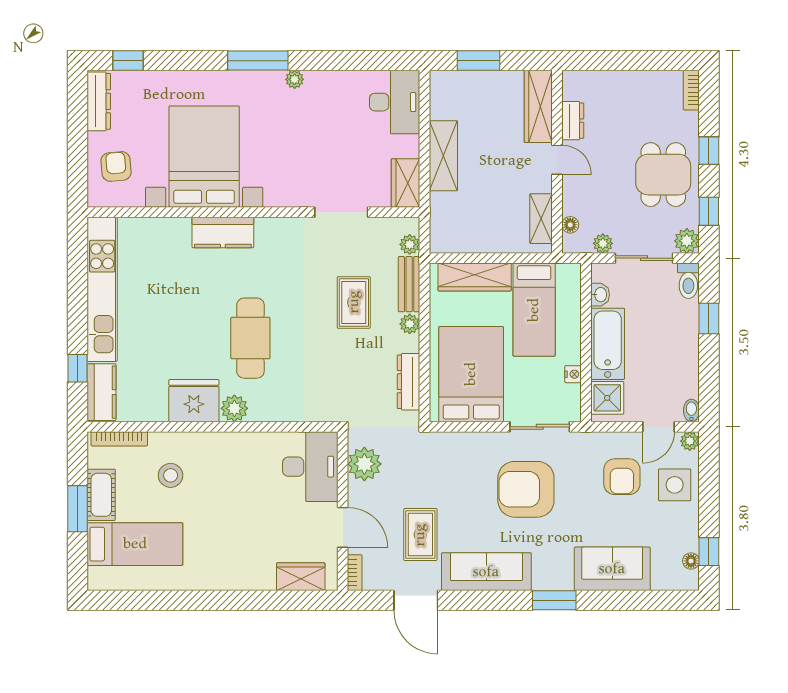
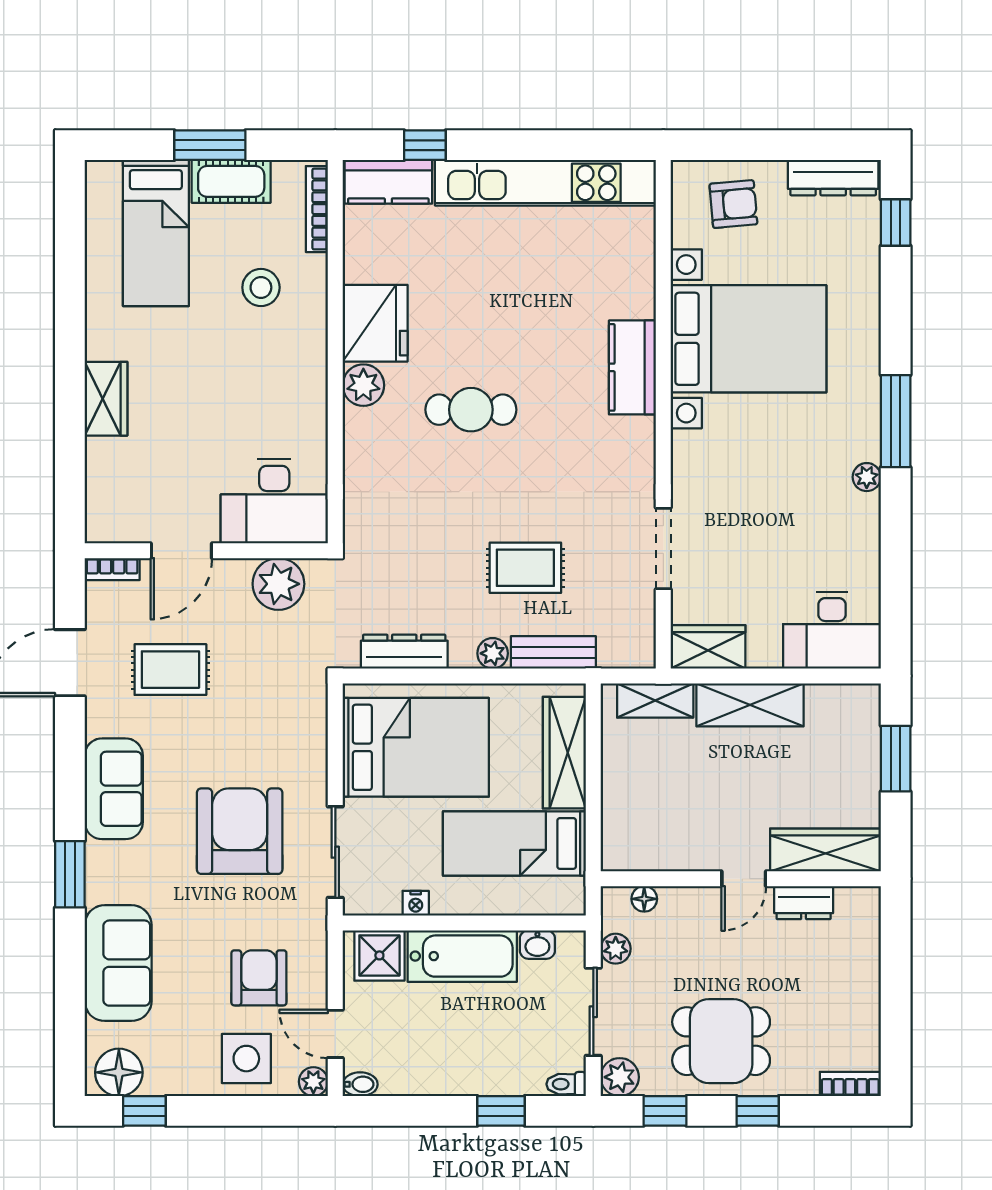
shelving: (541, 219) -> (655, 701), moved
plant: (410, 244) -> (614, 653), removed
toilet: (688, 281) -> (566, 1084), width x0.73, depth x0.72
cafe table: (250, 338) -> (471, 410), width x0.73, depth x0.74
armchair: (622, 477) -> (259, 978), turned 90
floor lamp: (691, 561) -> (119, 1072), width x1.89, depth x1.89
sofa: (486, 572) -> (114, 789), width x0.73
wardrobe: (301, 577) -> (106, 399), moved

